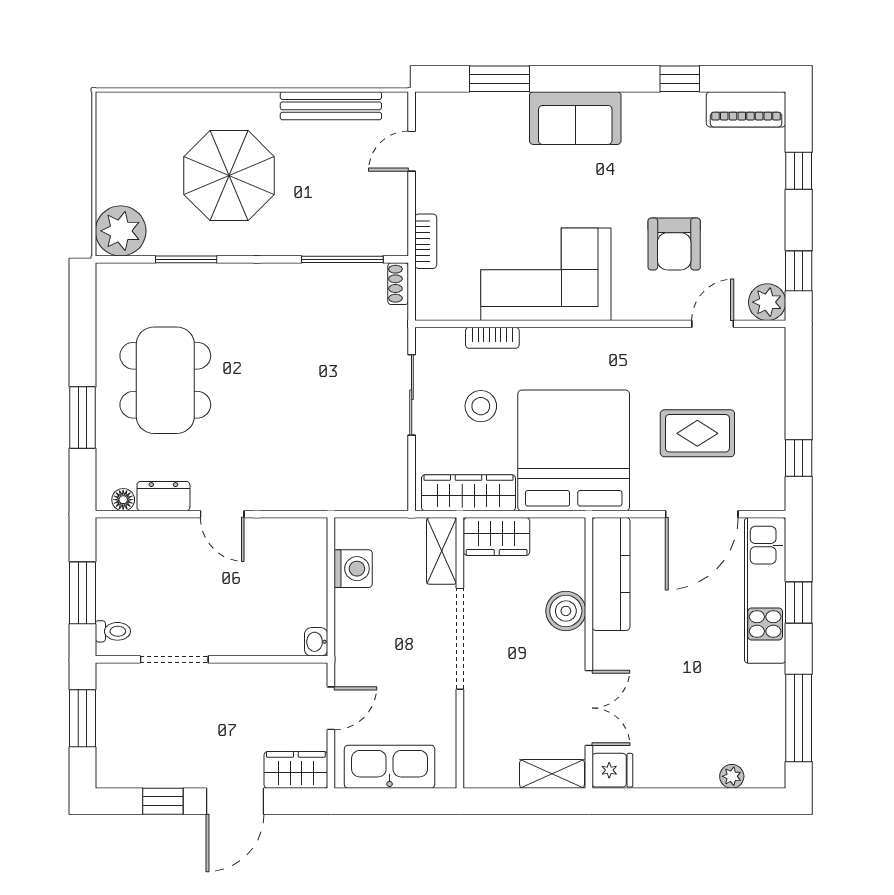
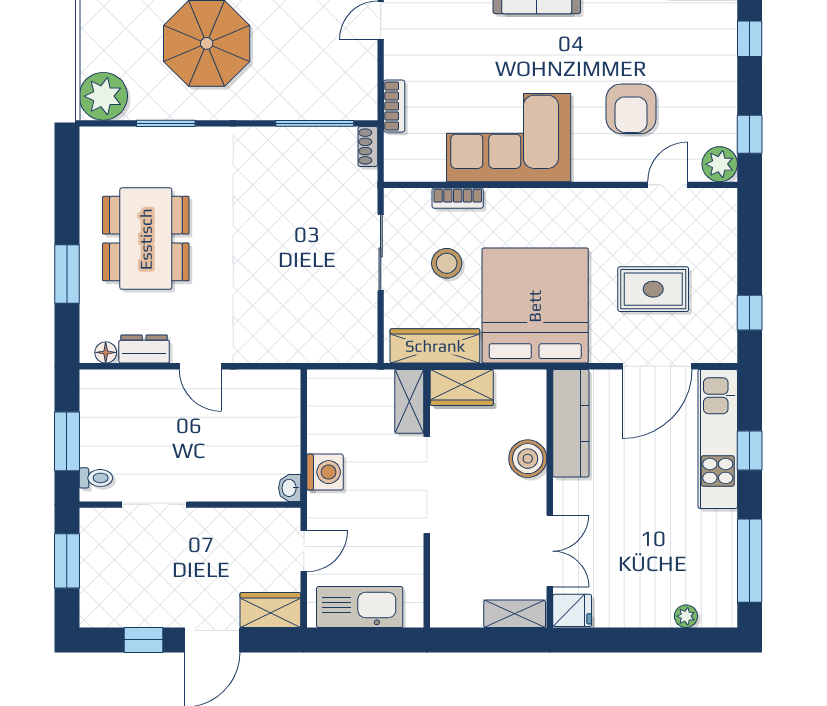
washing machine: (353, 569) -> (325, 472), moved

